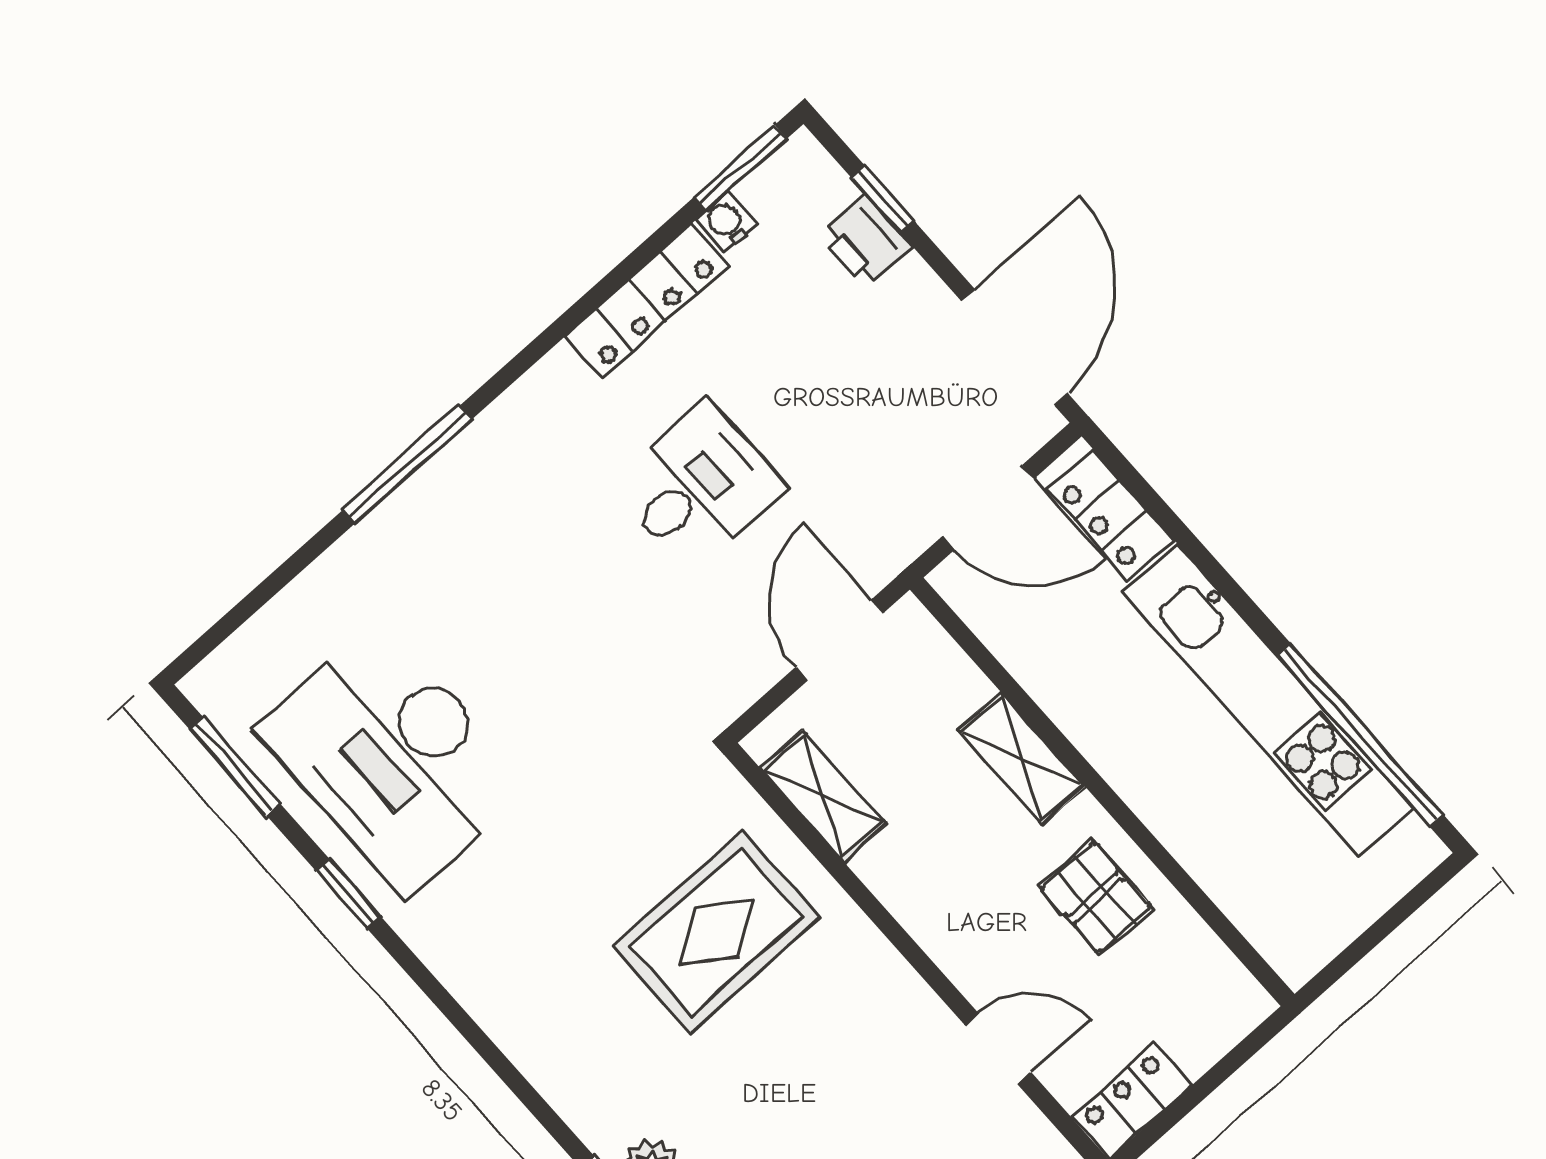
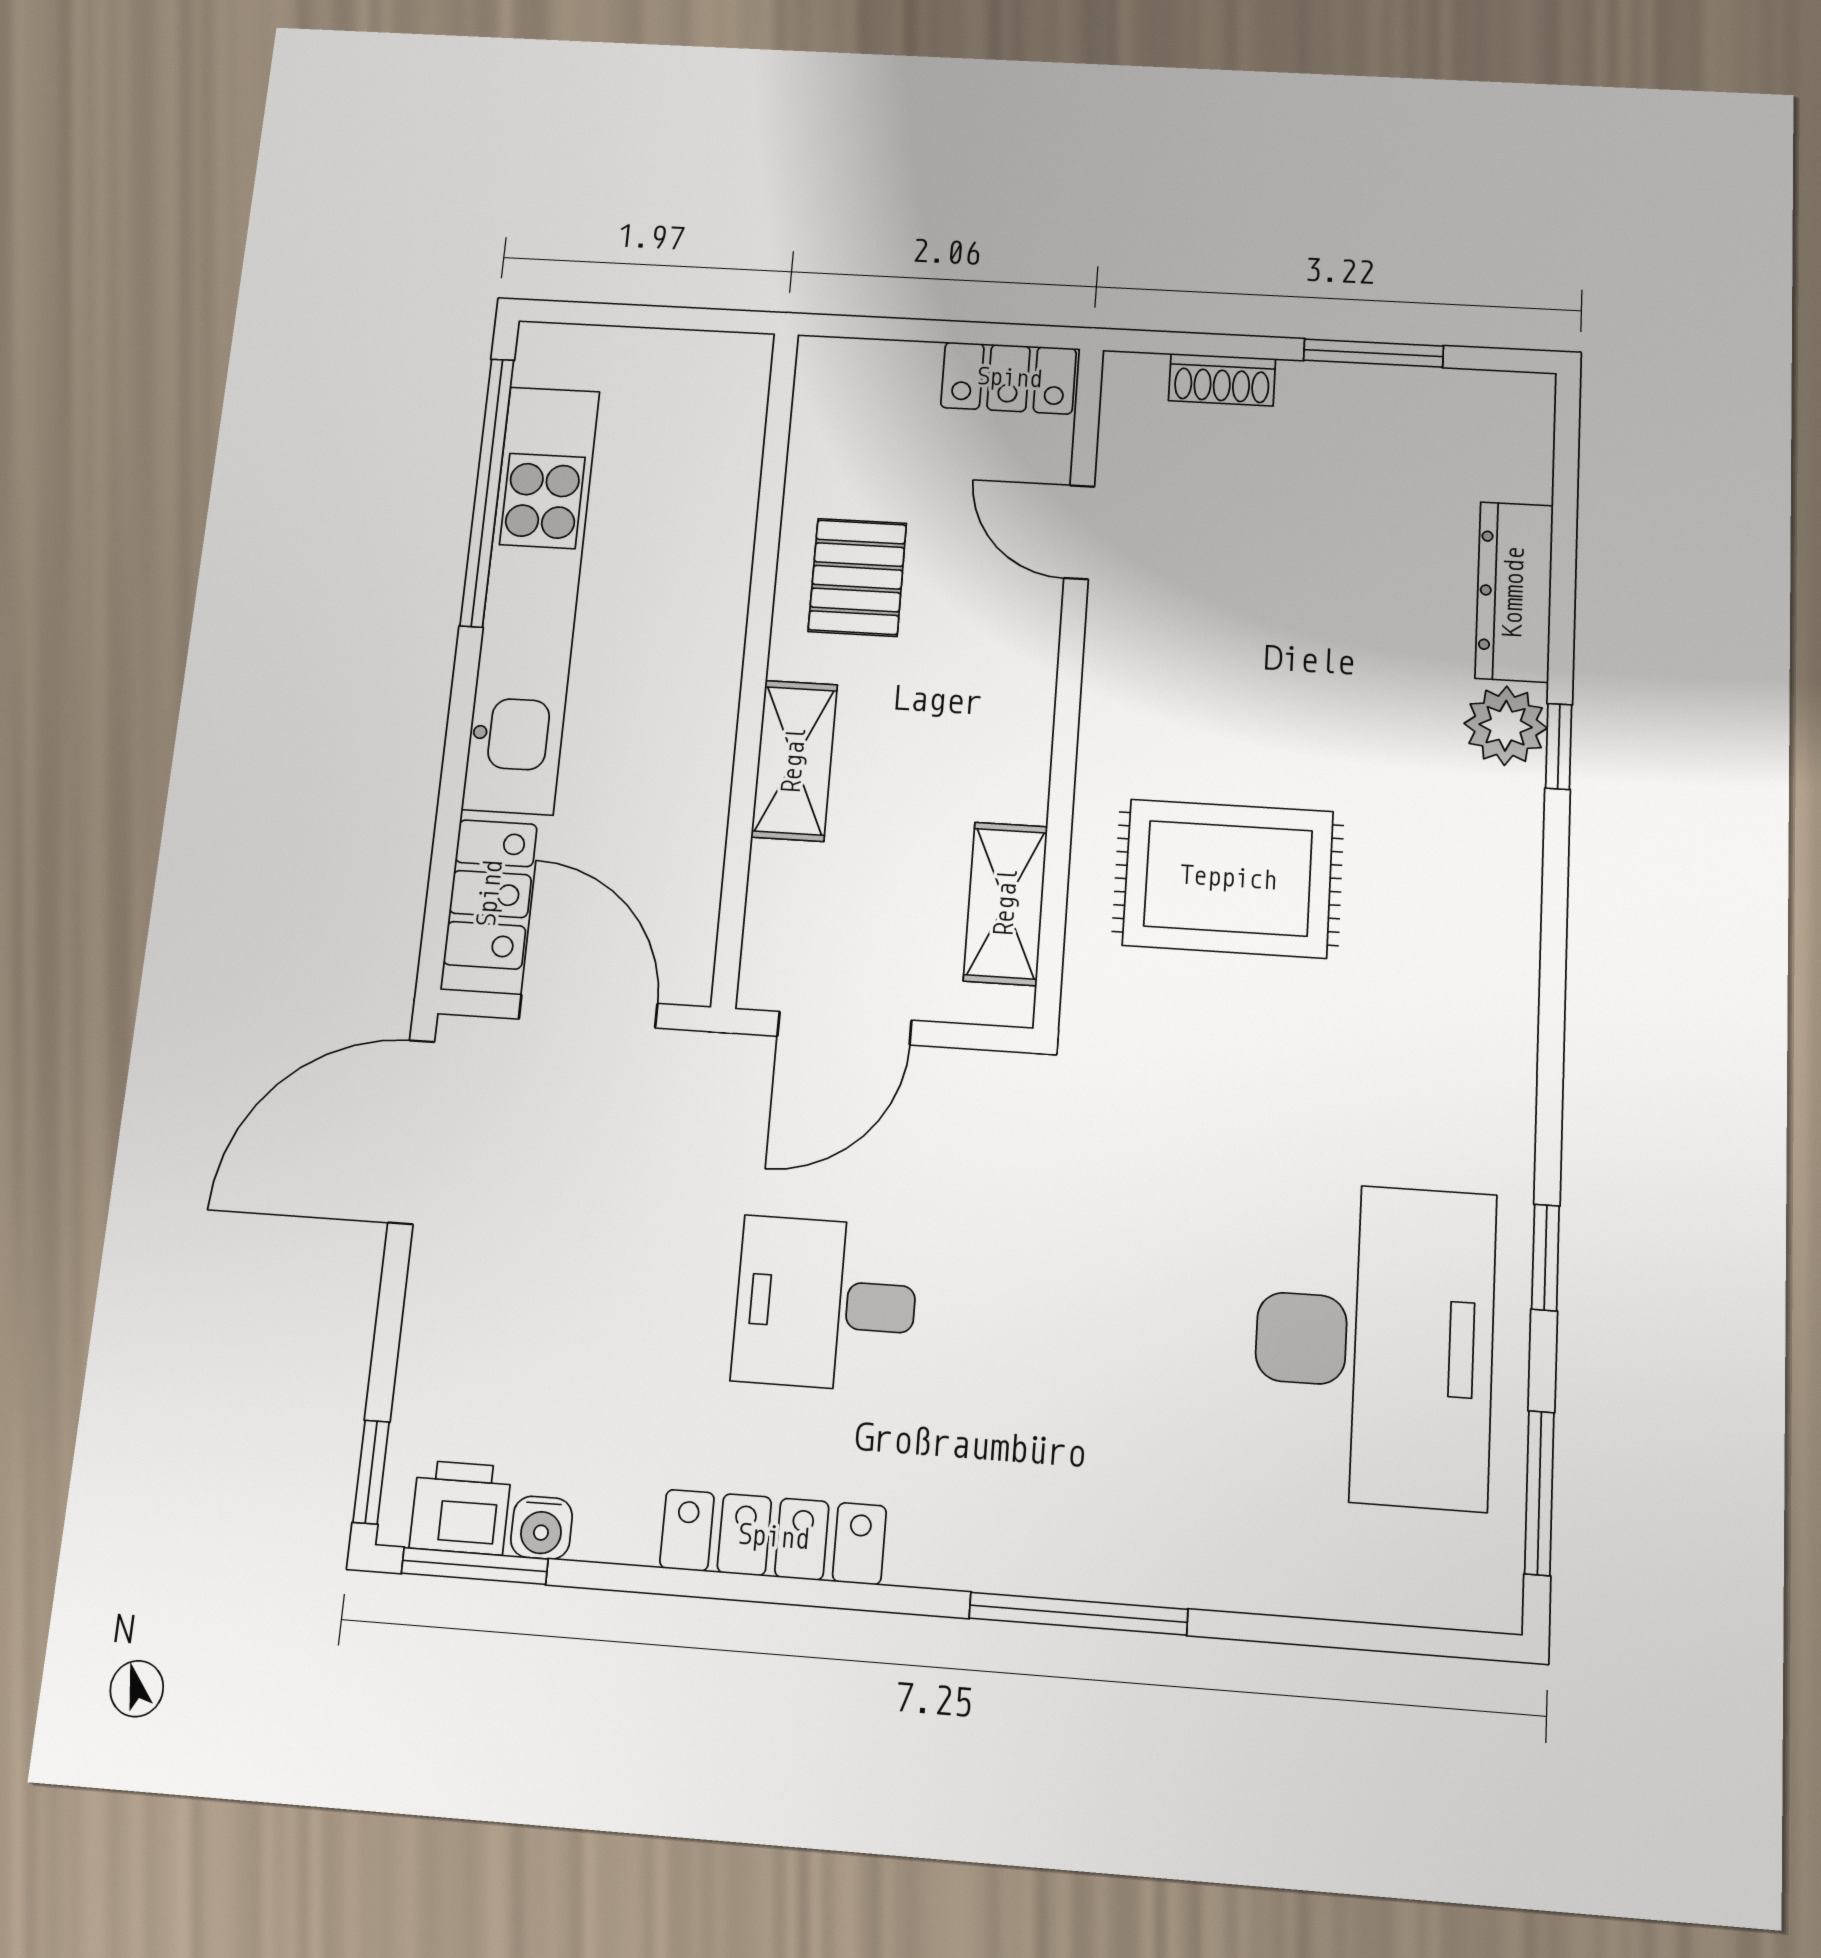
window: (882, 199) -> (371, 1472), moved
printer: (865, 241) -> (461, 1507), moved, turned -90
locker: (647, 301) -> (773, 1537), moved

